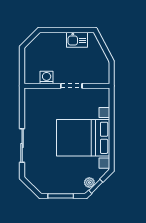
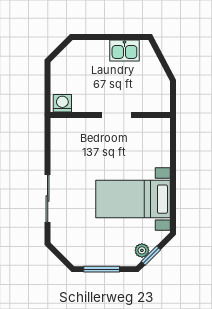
washing machine: (47, 77) -> (62, 103), moved
bed with nightstands: (83, 138) -> (133, 199), width x0.73

